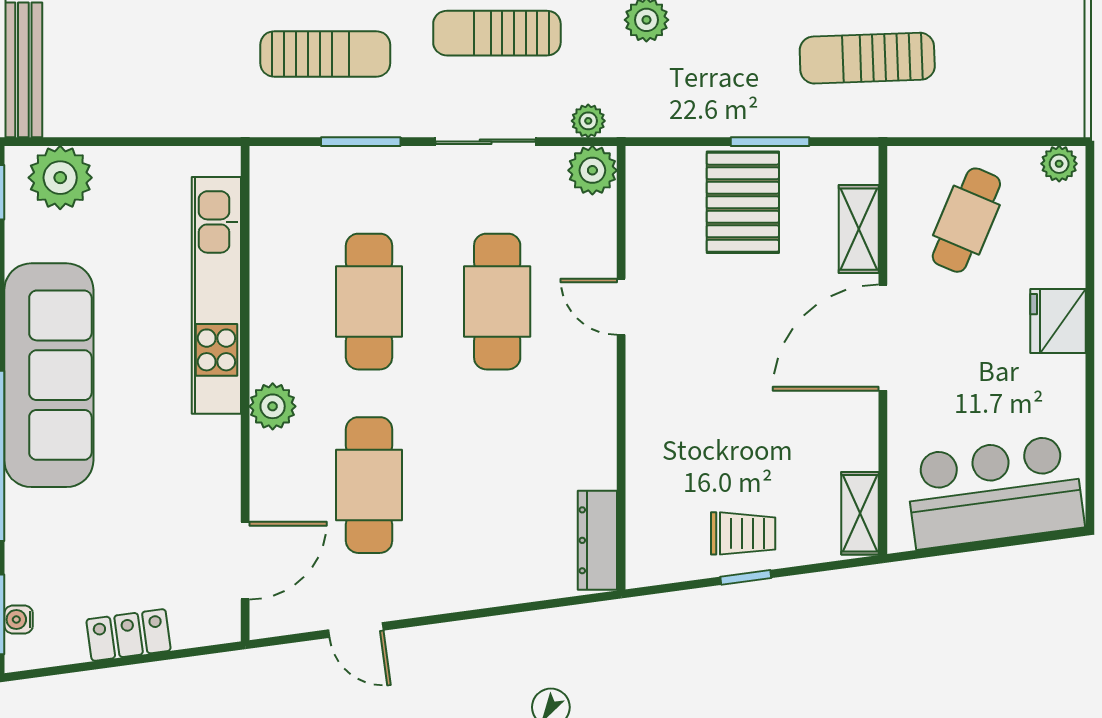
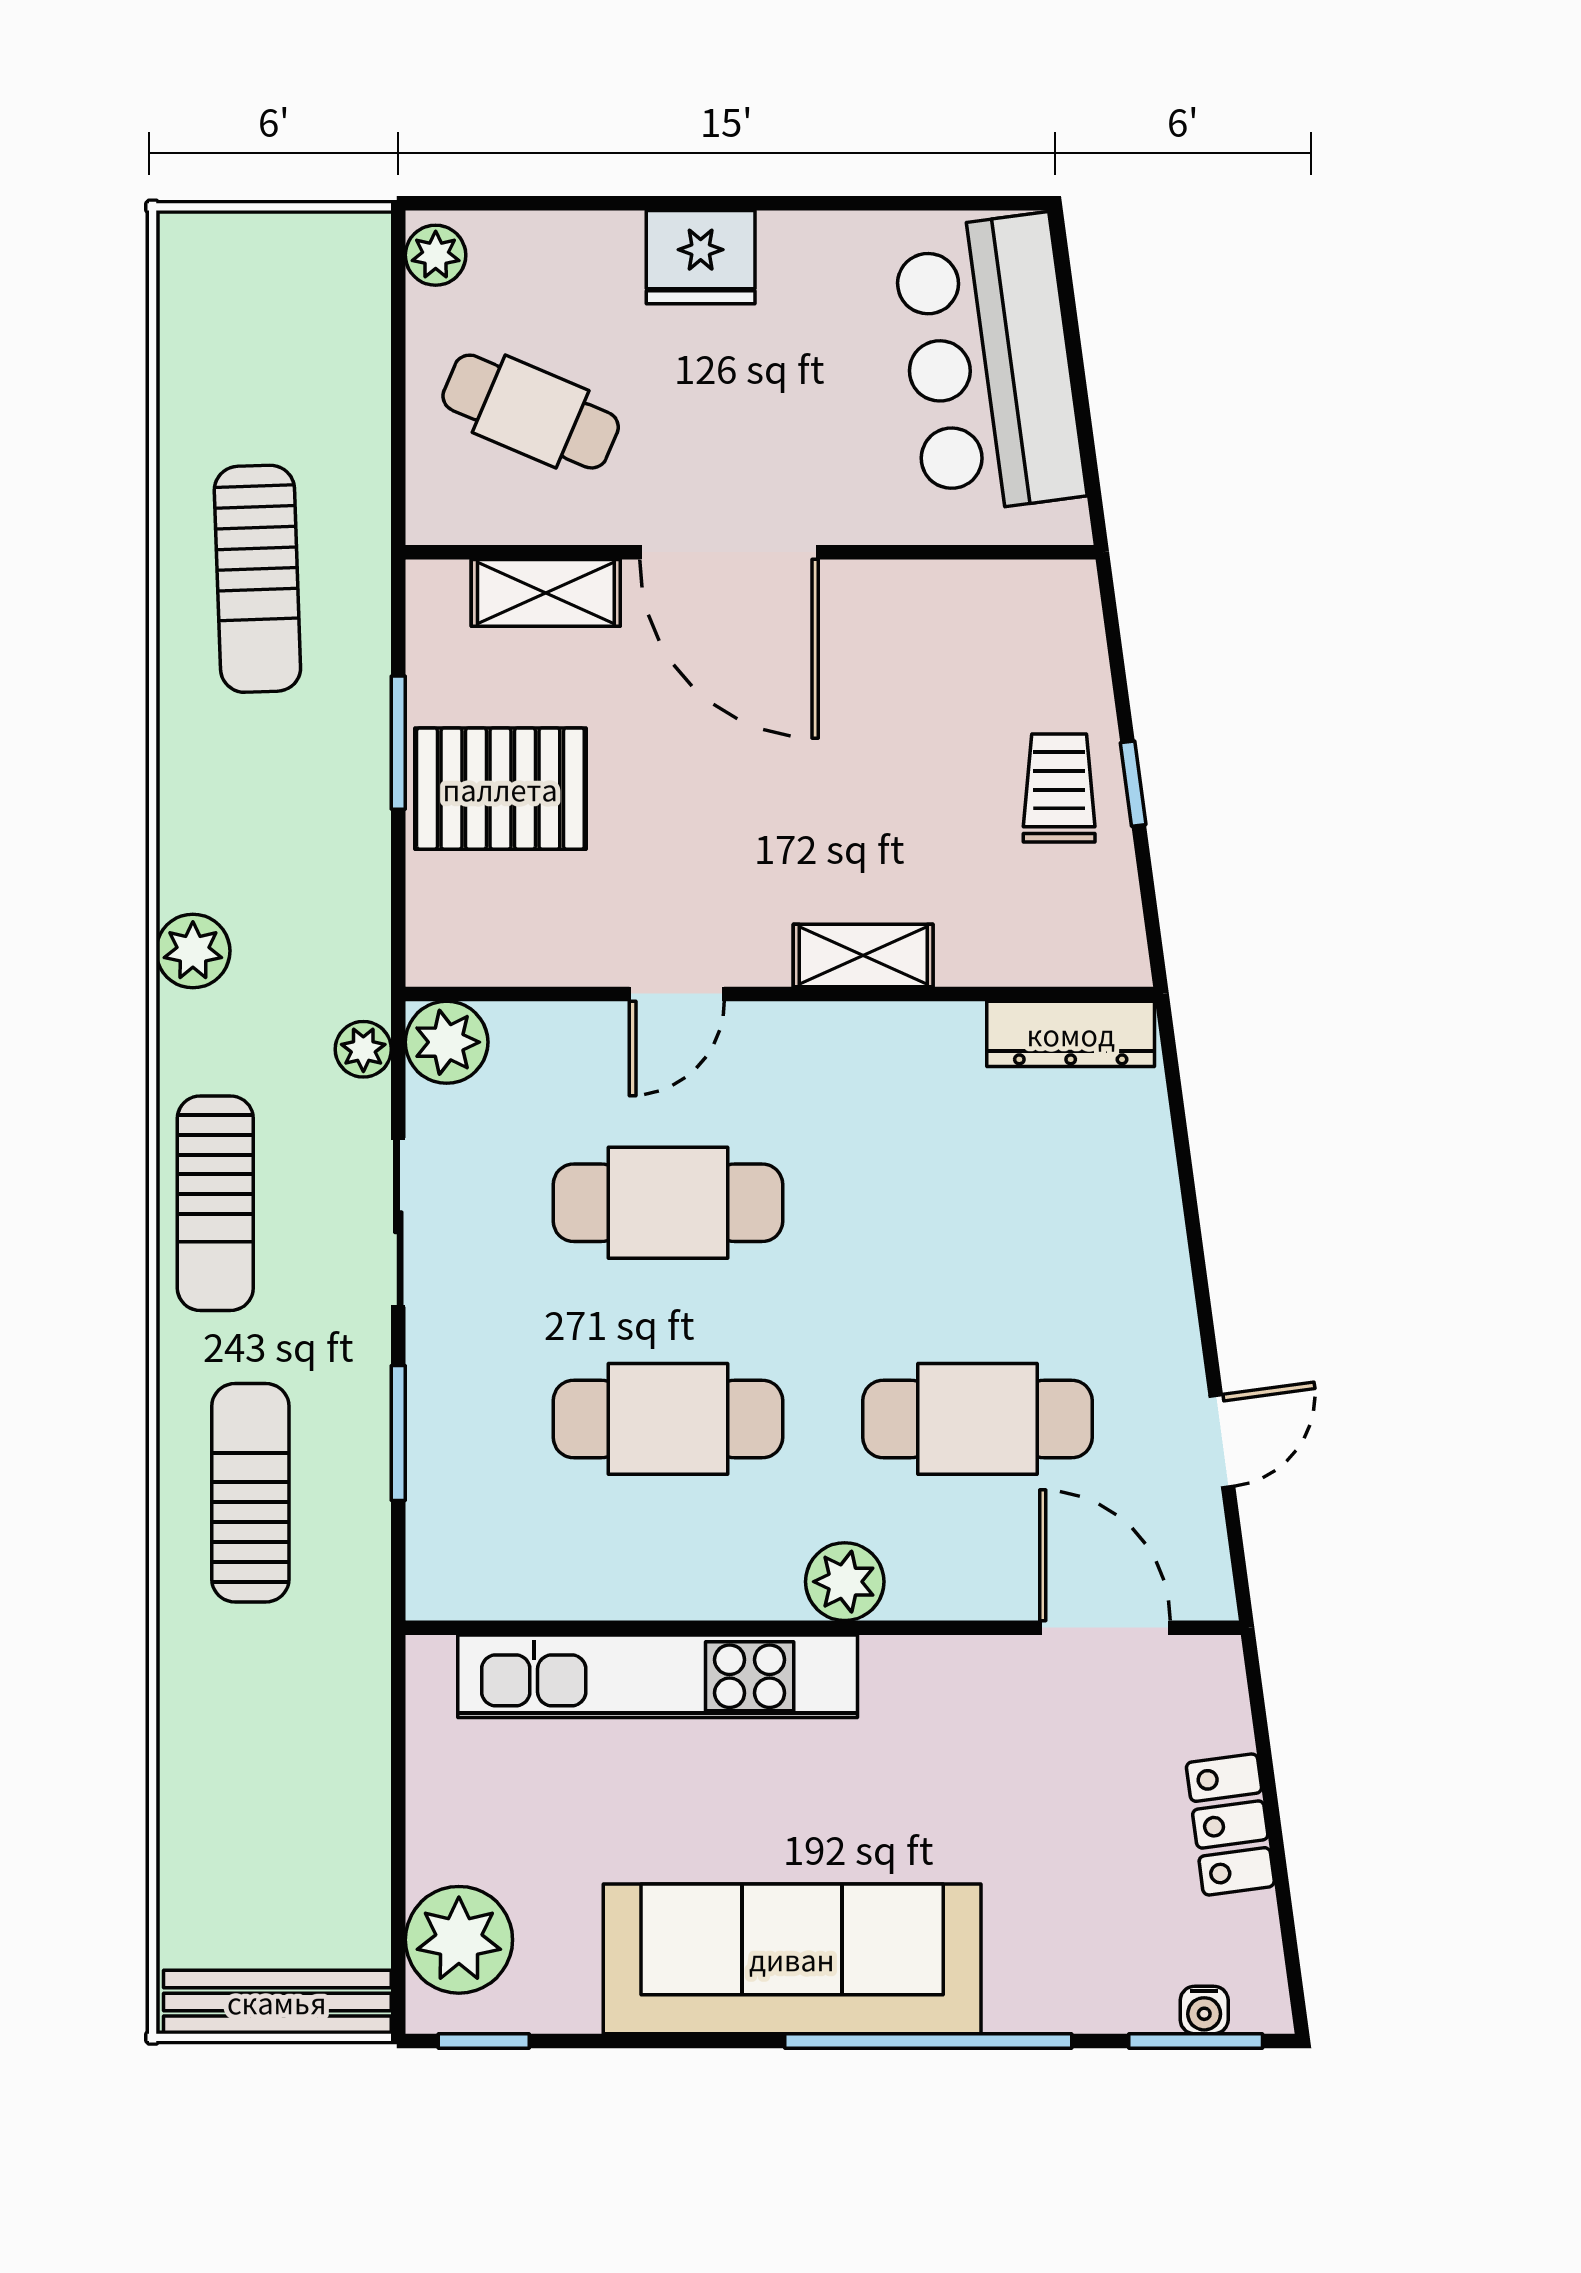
shelving: (860, 513) -> (863, 955), moved

